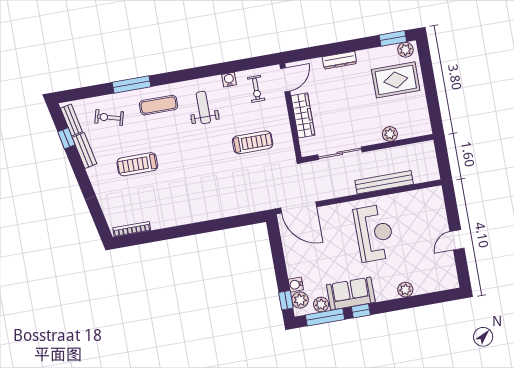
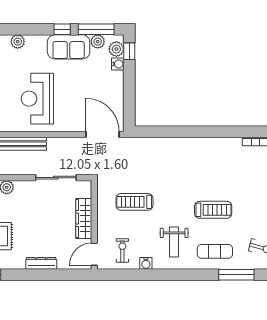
treadmill: (137, 164) -> (213, 210), moved

